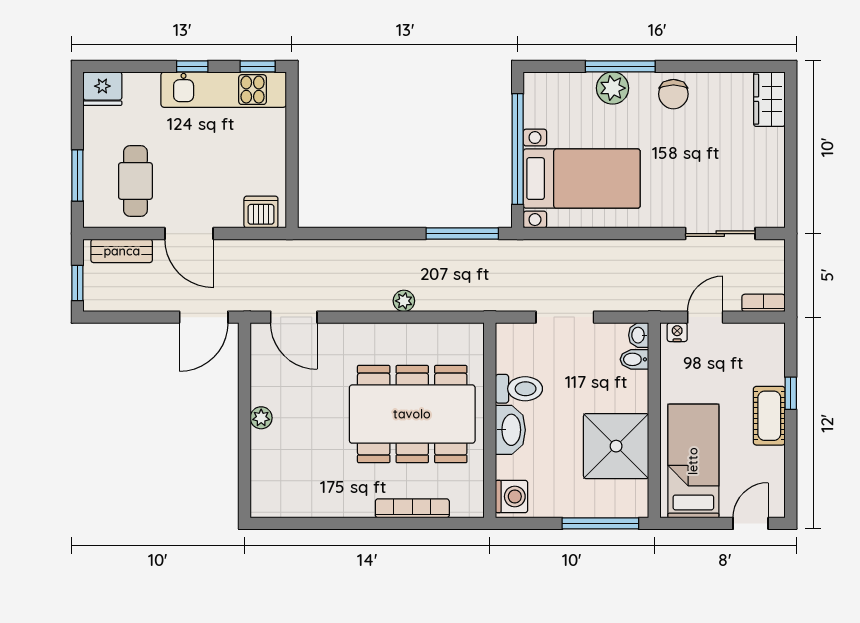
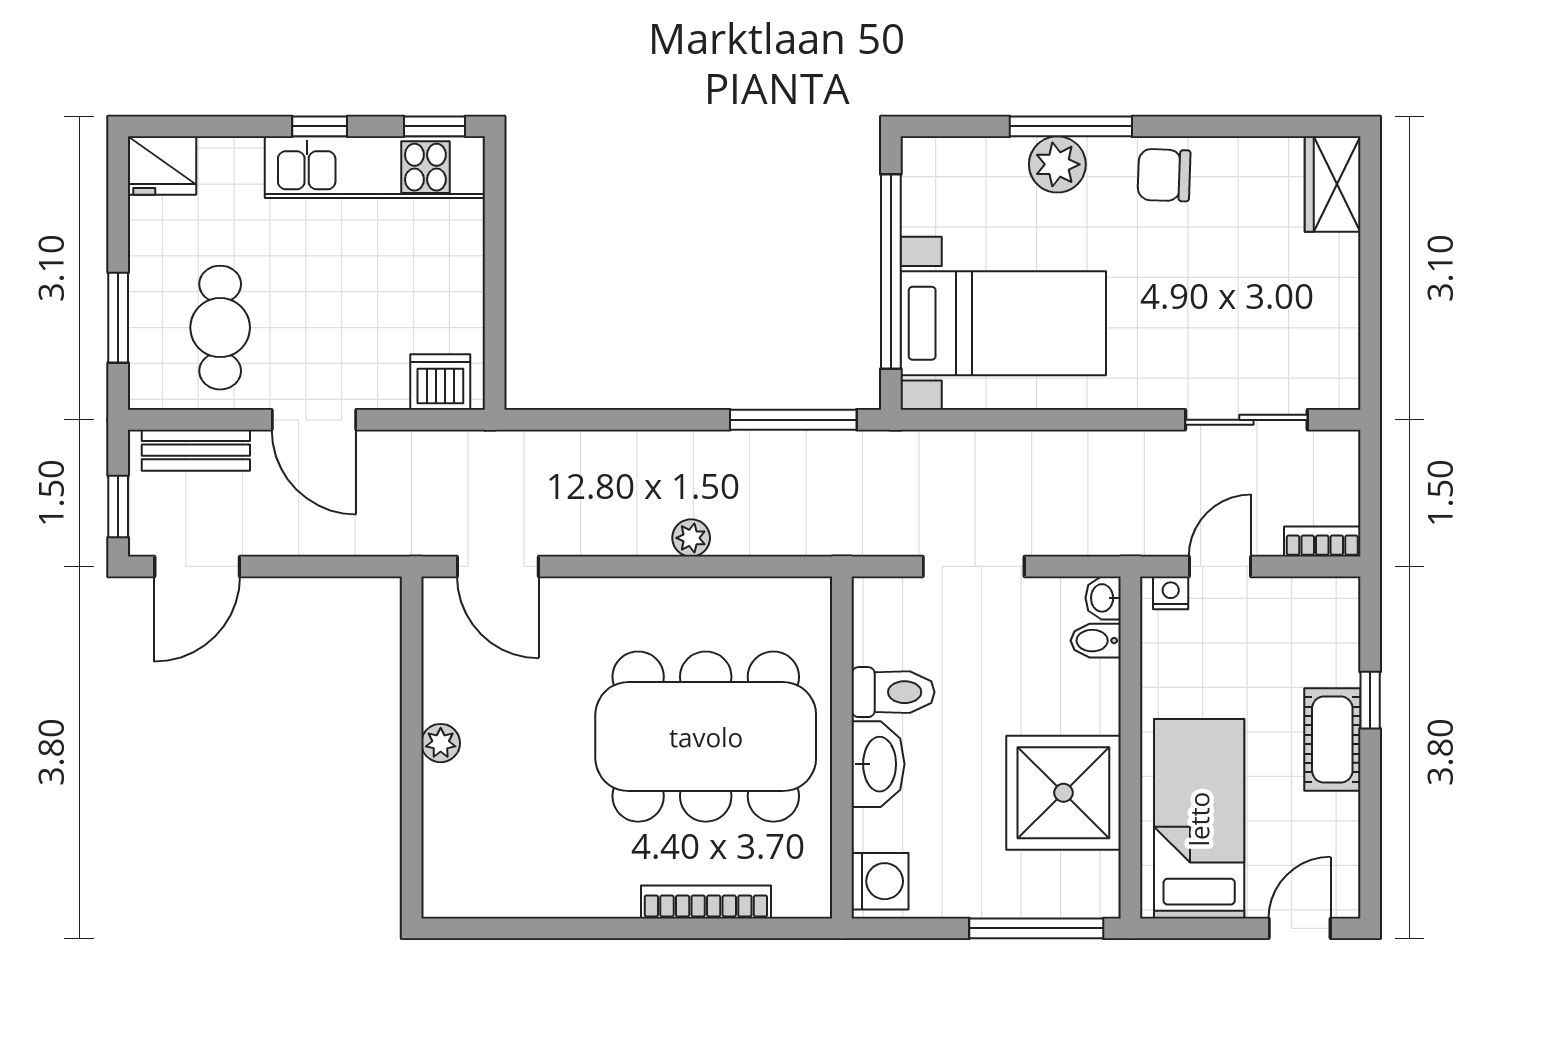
chair: (673, 94) -> (1164, 175), turned 92
door: (204, 317) -> (197, 566), moved

